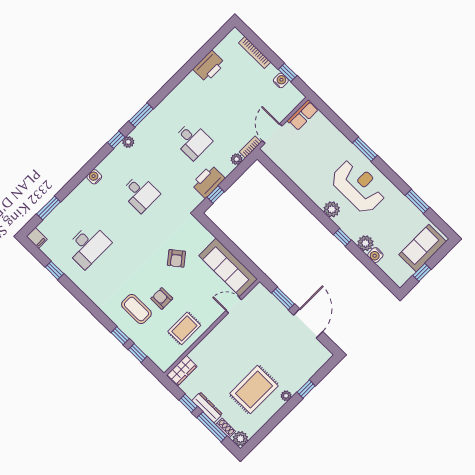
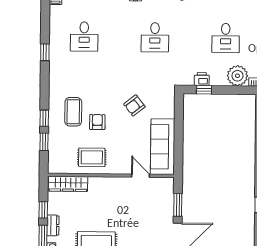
plant: (237, 159) -> (237, 76), width x1.88, depth x1.88
printer: (208, 181) -> (202, 79), width x0.53, depth x0.68
desk: (88, 246) -> (84, 37), width x0.73
window: (54, 270) -> (45, 52), moved
wardrobe: (182, 370) -> (68, 184), width x1.50
dresser: (207, 407) -> (53, 225), width x0.70

